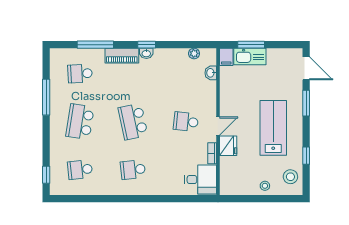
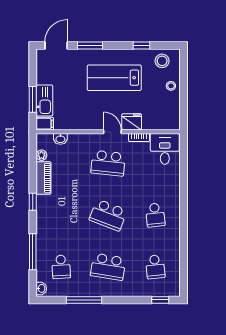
washbasin: (146, 53) -> (41, 288), moved
piano: (122, 56) -> (43, 178), moved
school desk: (133, 122) -> (108, 215), turned 33
school desk: (186, 122) -> (108, 163), width x1.85

